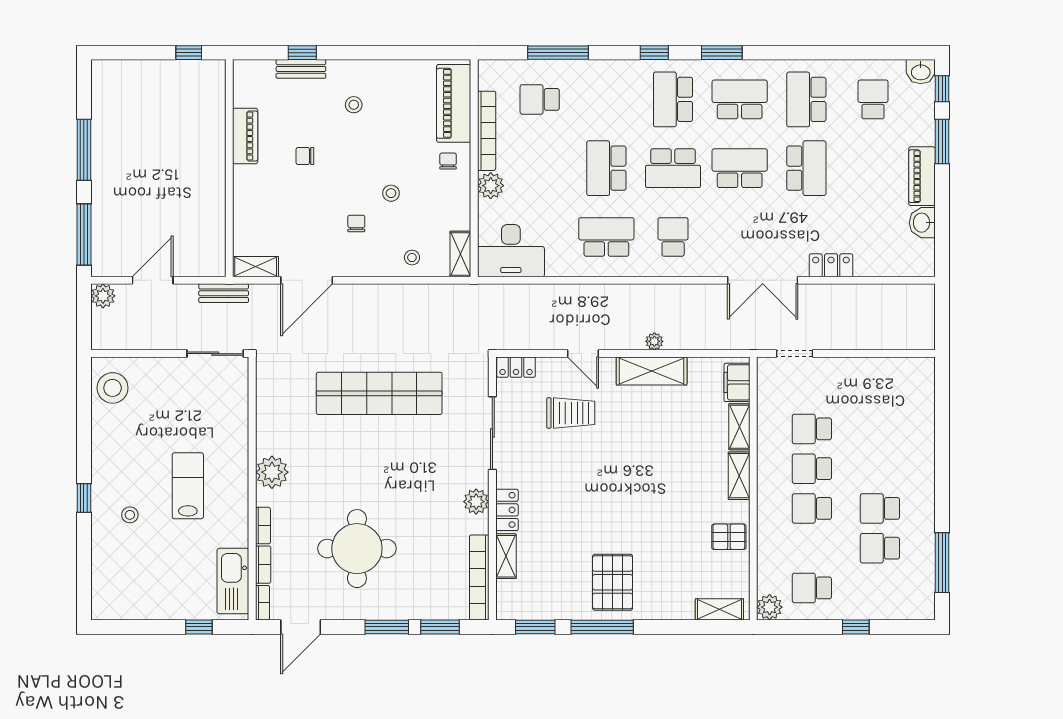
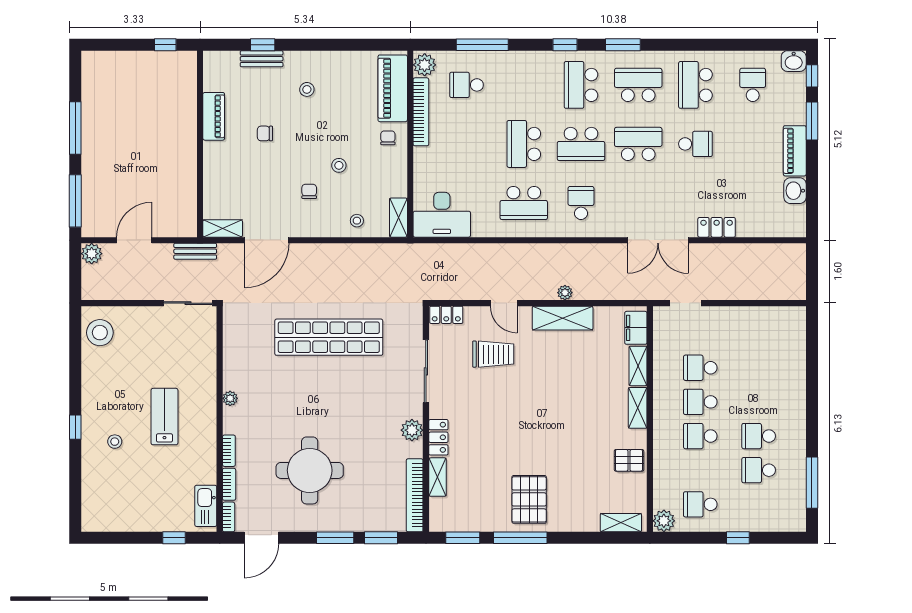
school desk: (806, 168) -> (695, 144), width x0.54
plant: (491, 186) -> (425, 65), moved
school desk: (606, 237) -> (524, 203), turned 180
plant: (272, 472) -> (230, 398), width x0.53, depth x0.53
kitchen sink: (233, 581) -> (206, 506), width x0.73, depth x0.81

